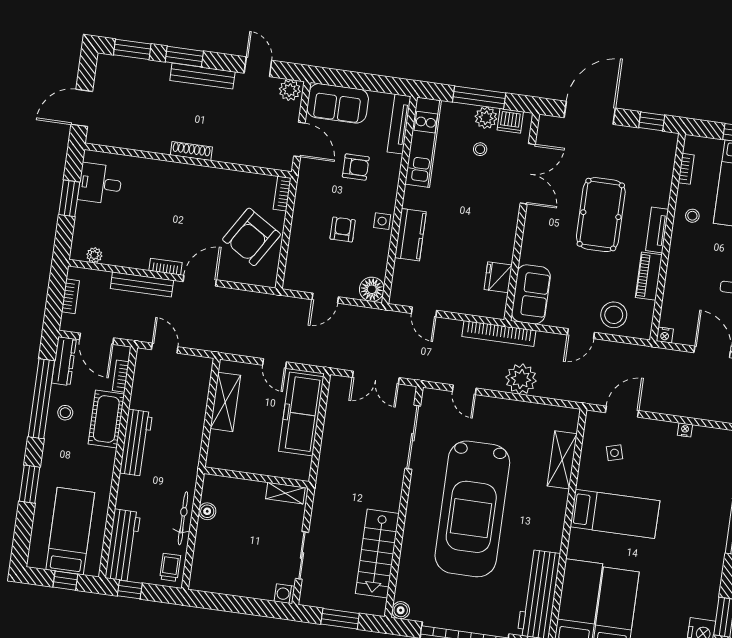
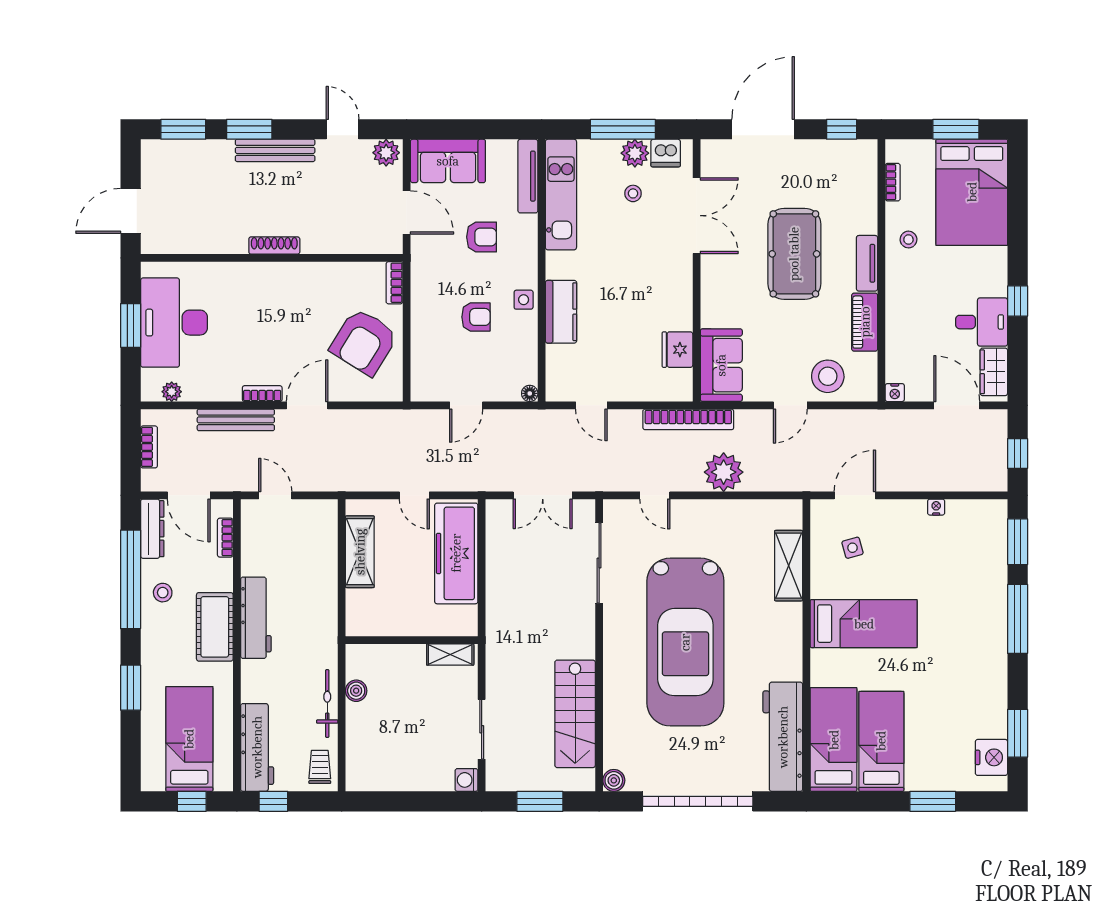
desk: (100, 184) -> (174, 323), width x1.87, depth x1.30
armchair: (343, 229) -> (476, 317), turned 90
floor lamp: (372, 289) -> (530, 393), width x0.53, depth x0.53
cot: (106, 419) -> (215, 627), moved

